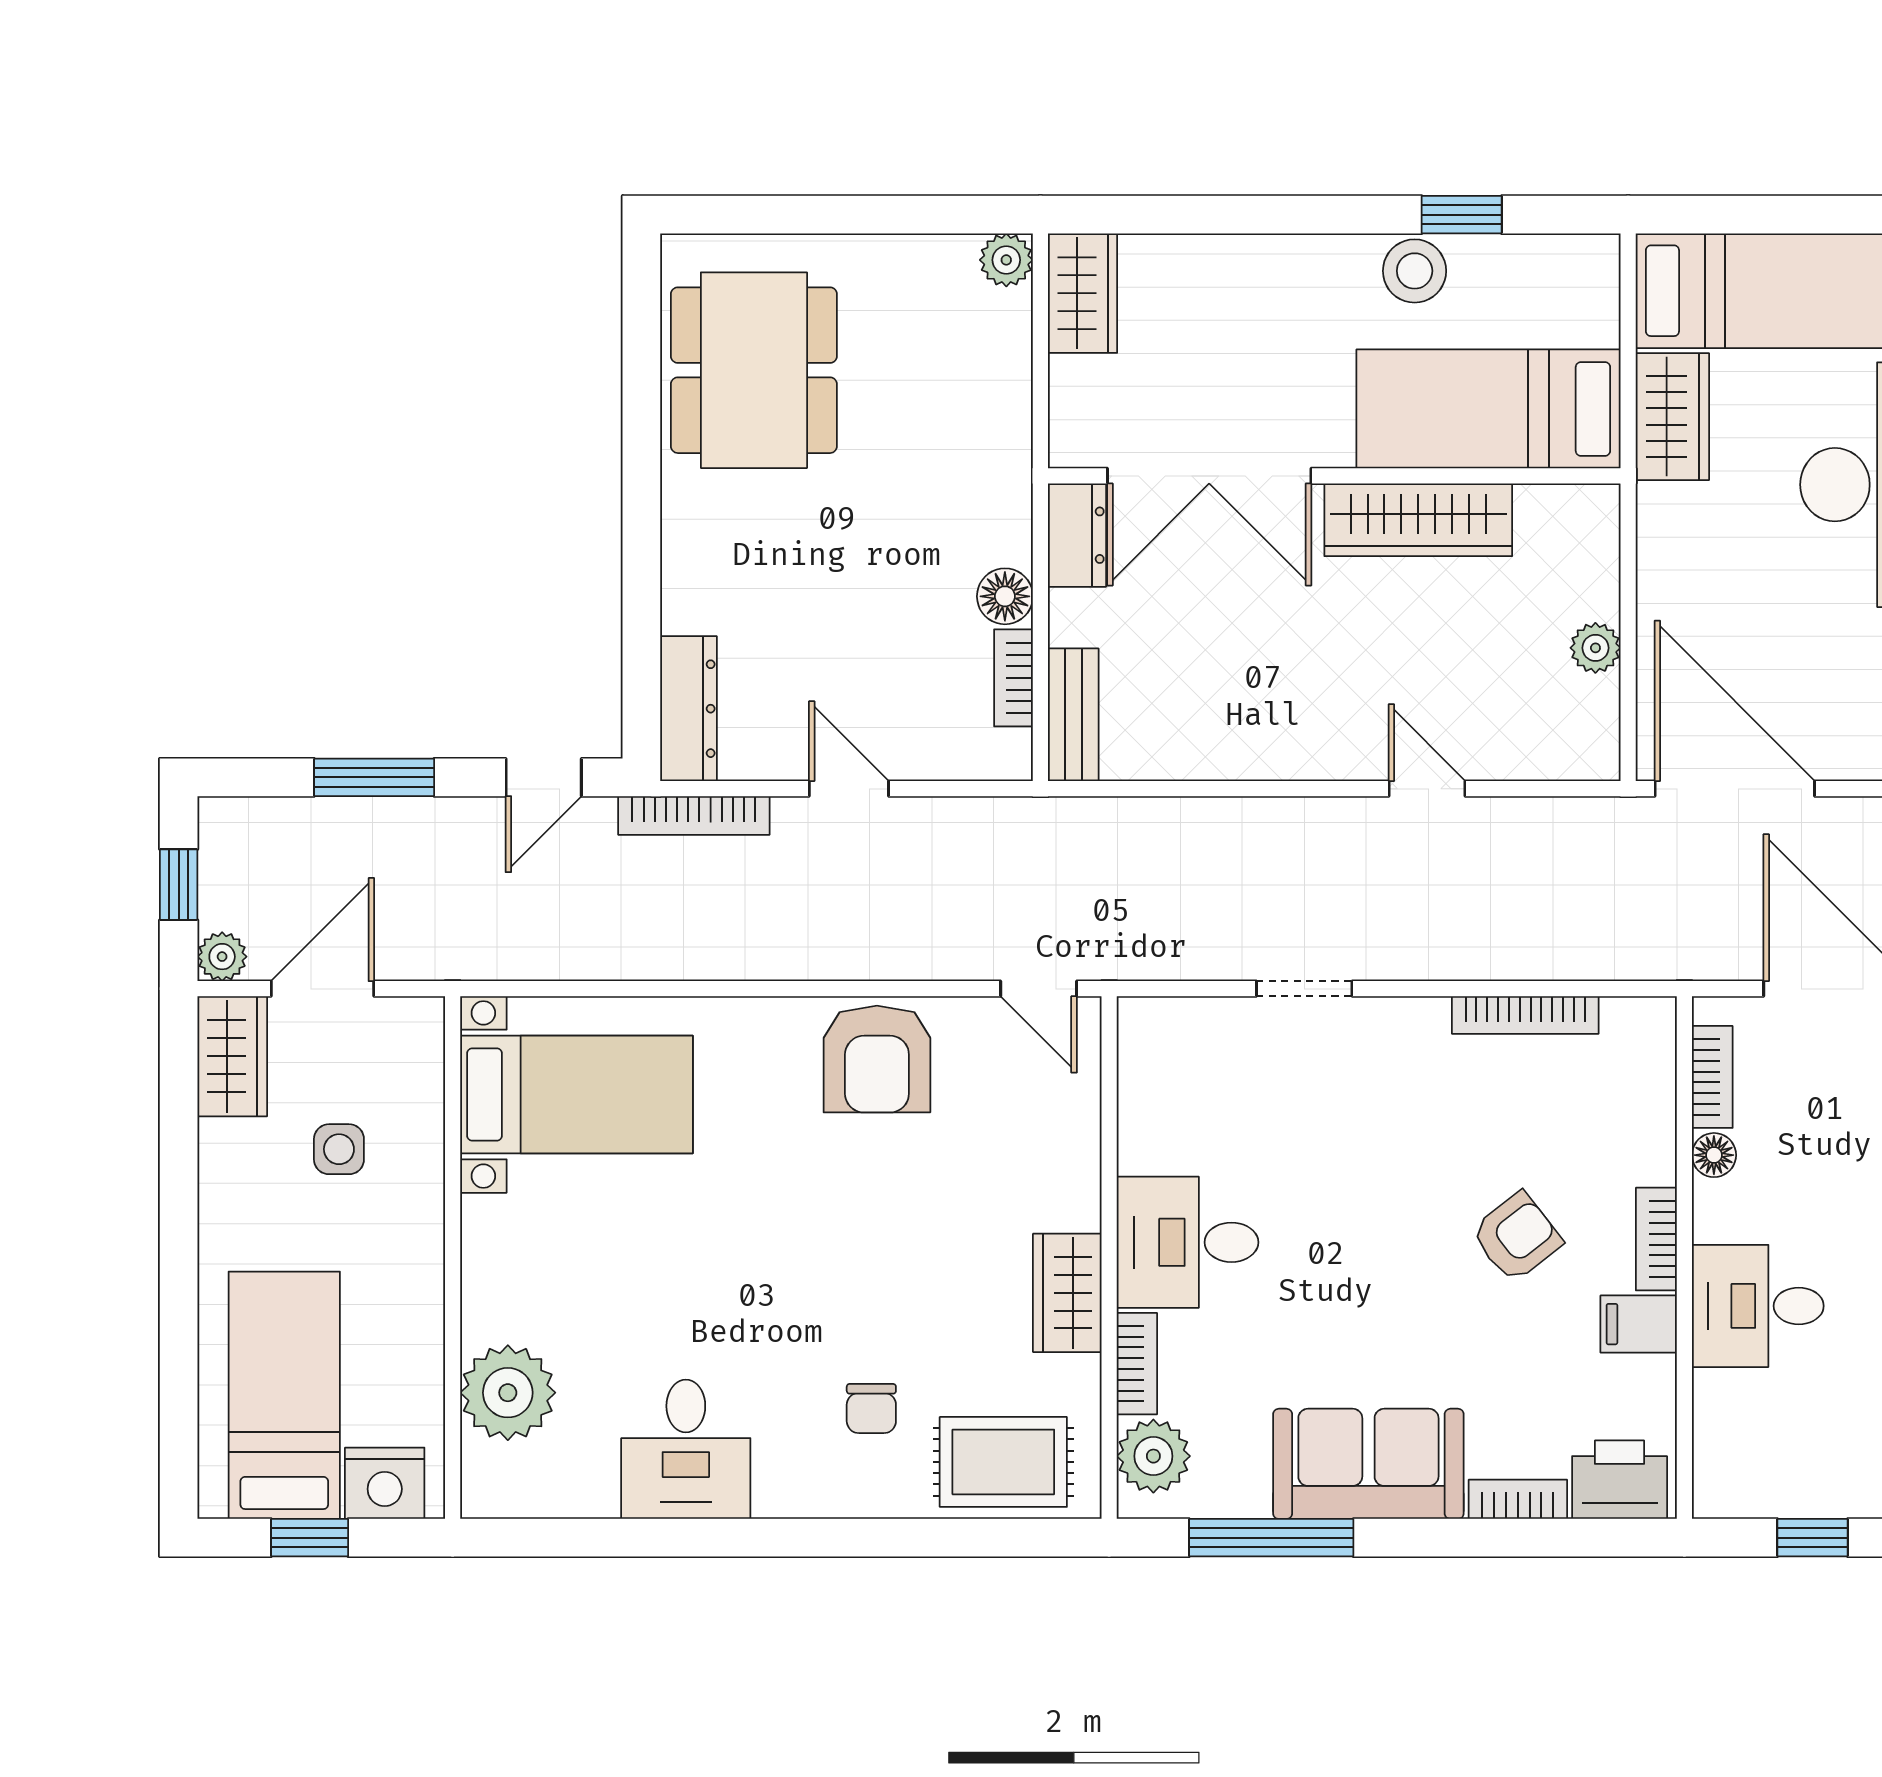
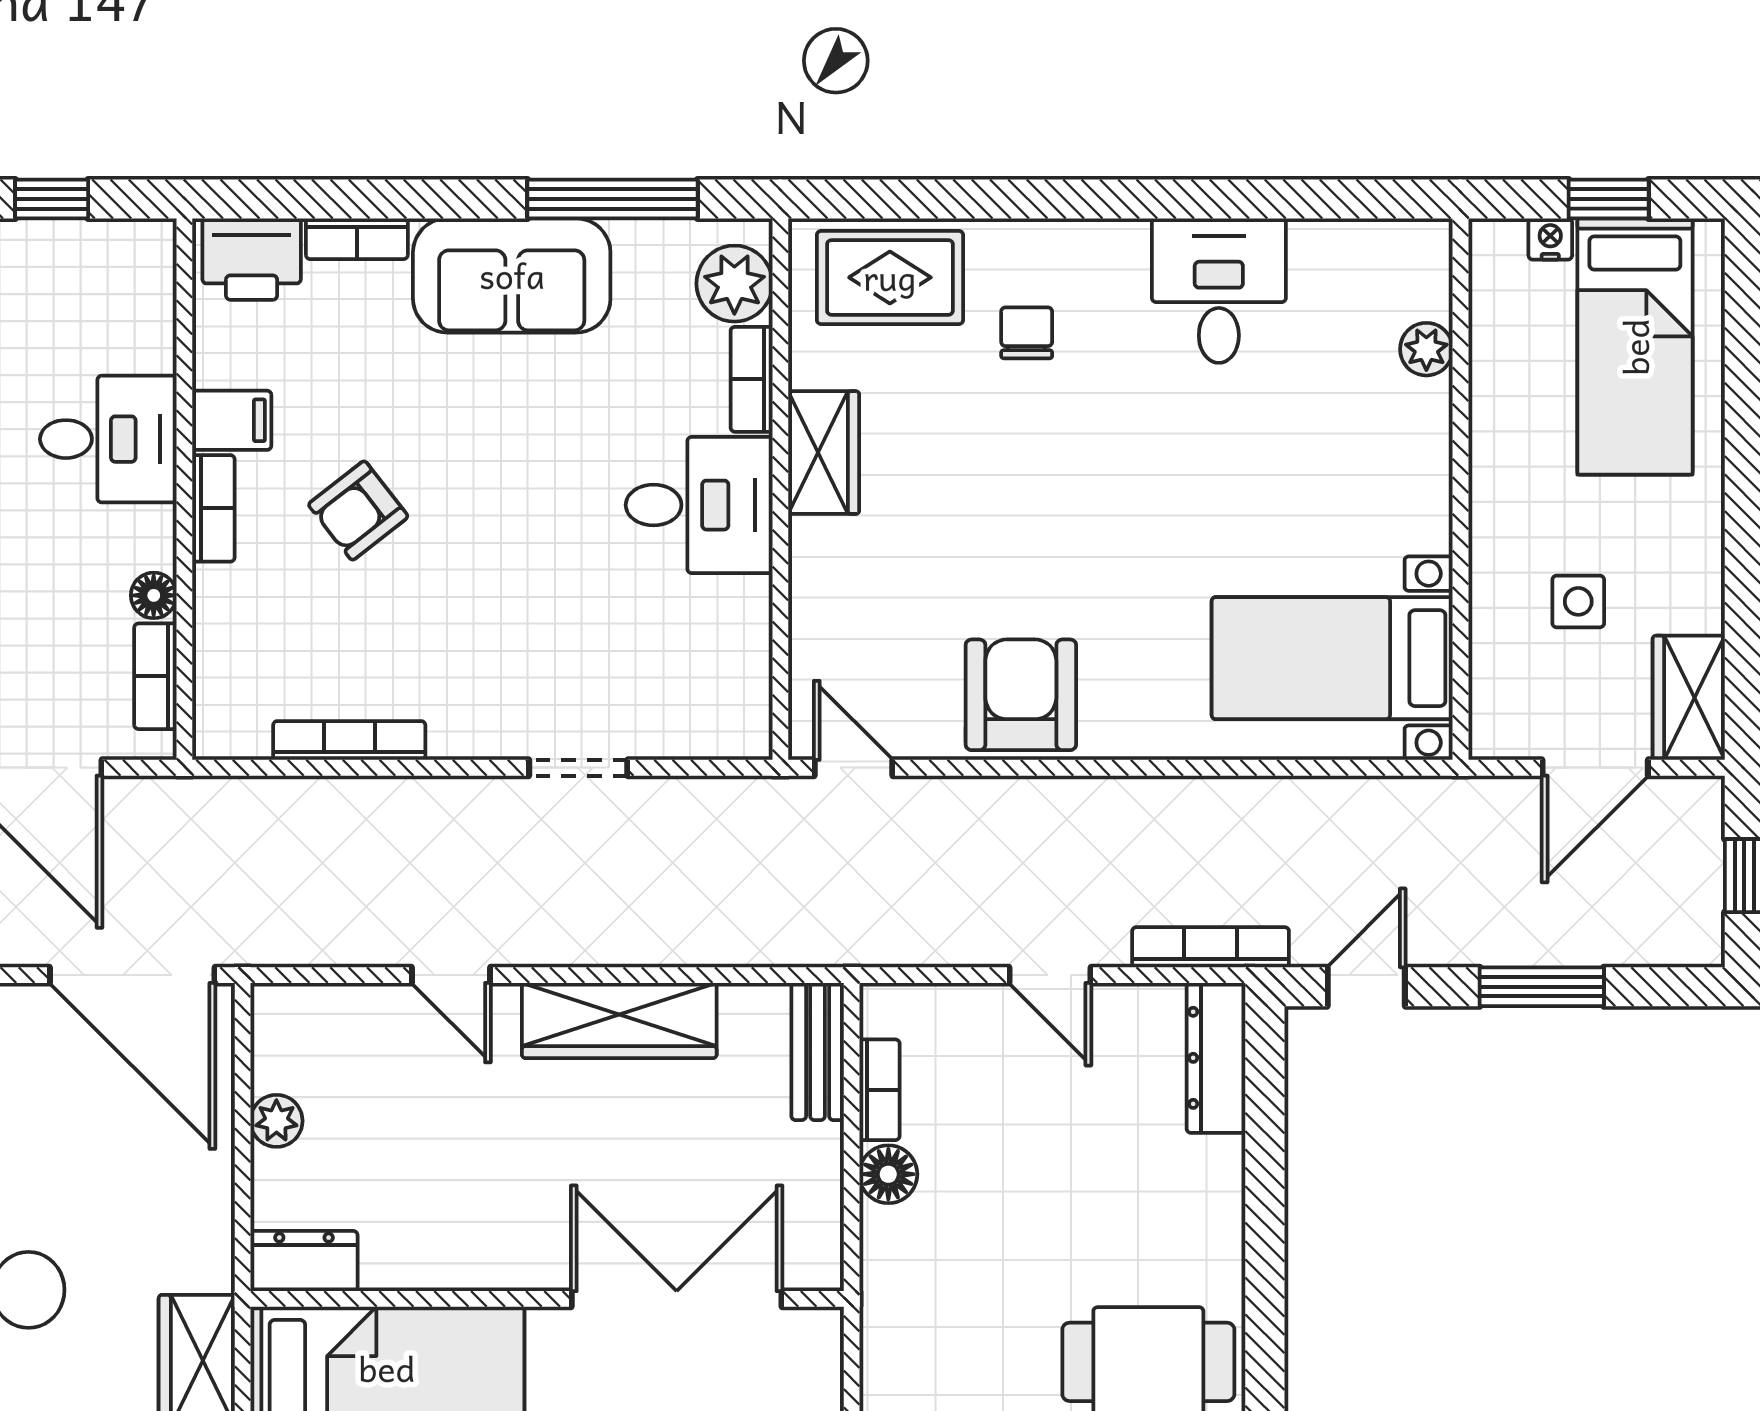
wardrobe: (1418, 520) -> (619, 1020), moved, turned 180
dresser: (1077, 535) -> (304, 1261), moved, turned 90
plant: (222, 957) -> (1699, 801), removed
plant: (508, 1393) -> (1426, 349), width x0.53, depth x0.53
nightstand: (385, 1483) -> (1550, 239), width x0.53, depth x0.56

